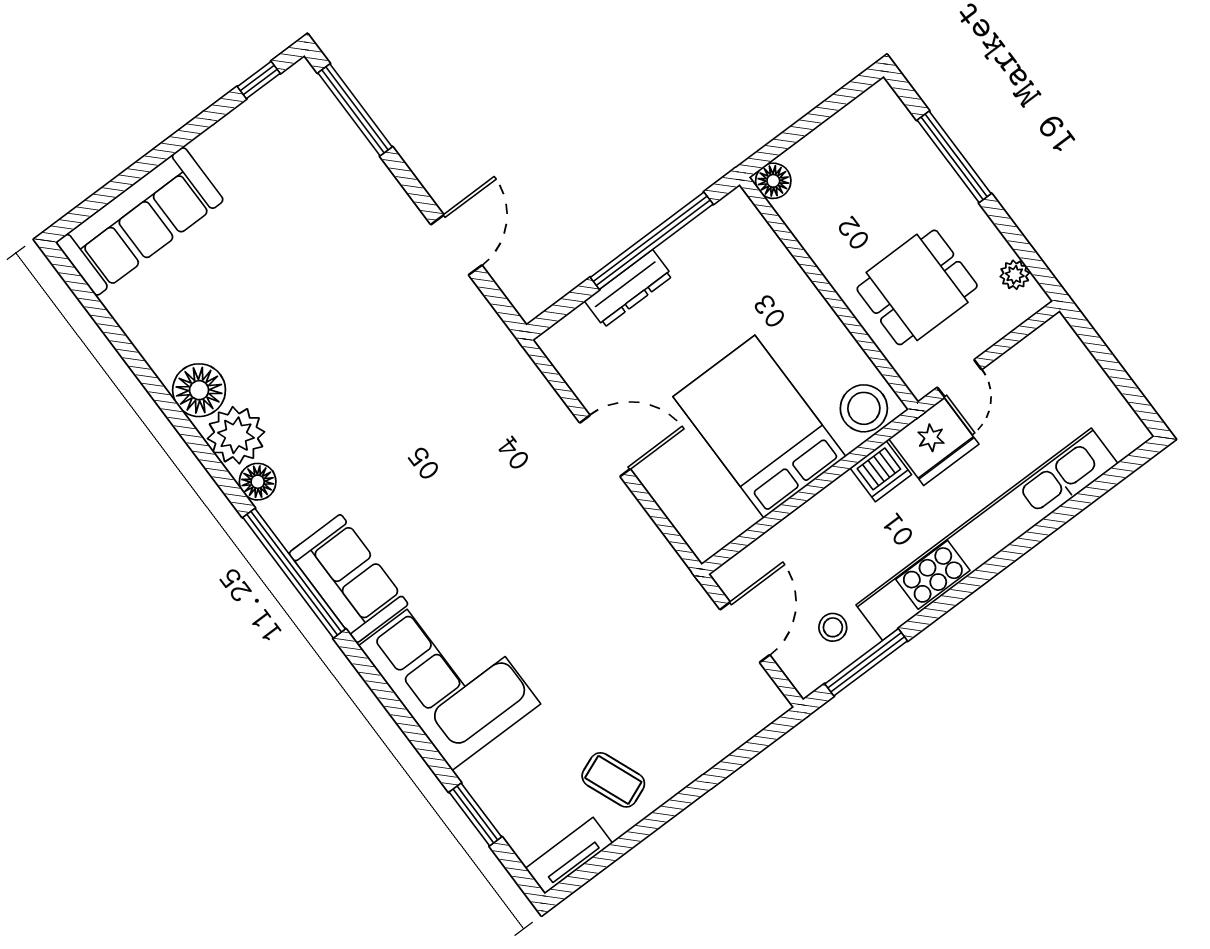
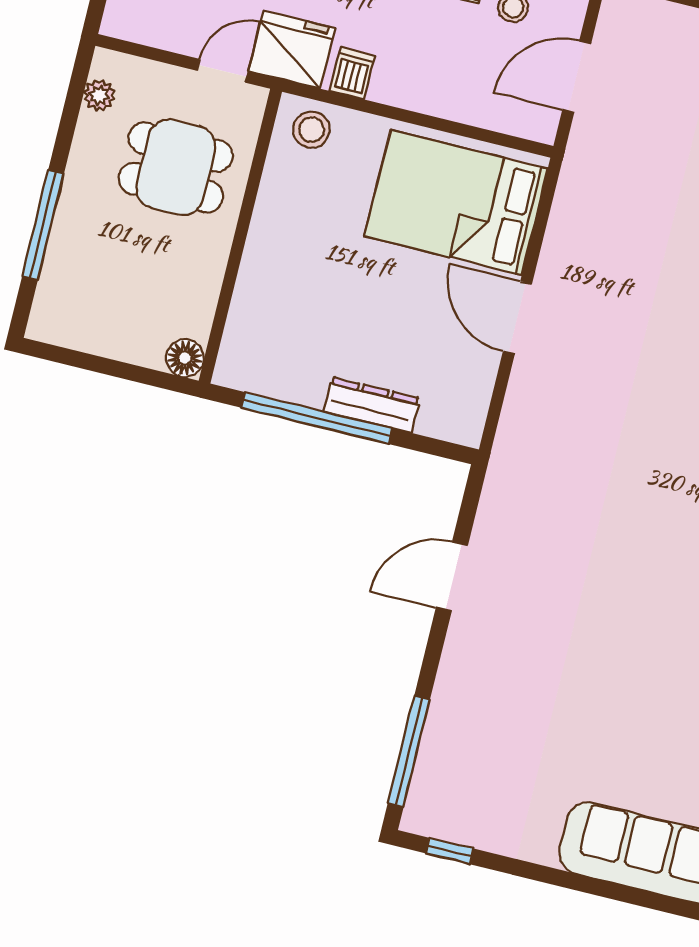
stool: (864, 408) -> (312, 130), width x0.73, depth x0.73
bed: (759, 427) -> (456, 202), moved, turned 90
dishwasher: (881, 471) -> (352, 73), width x0.73

